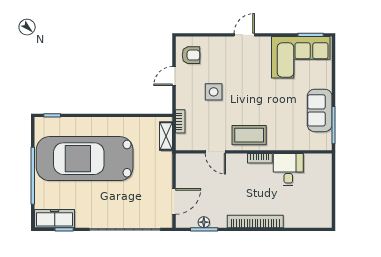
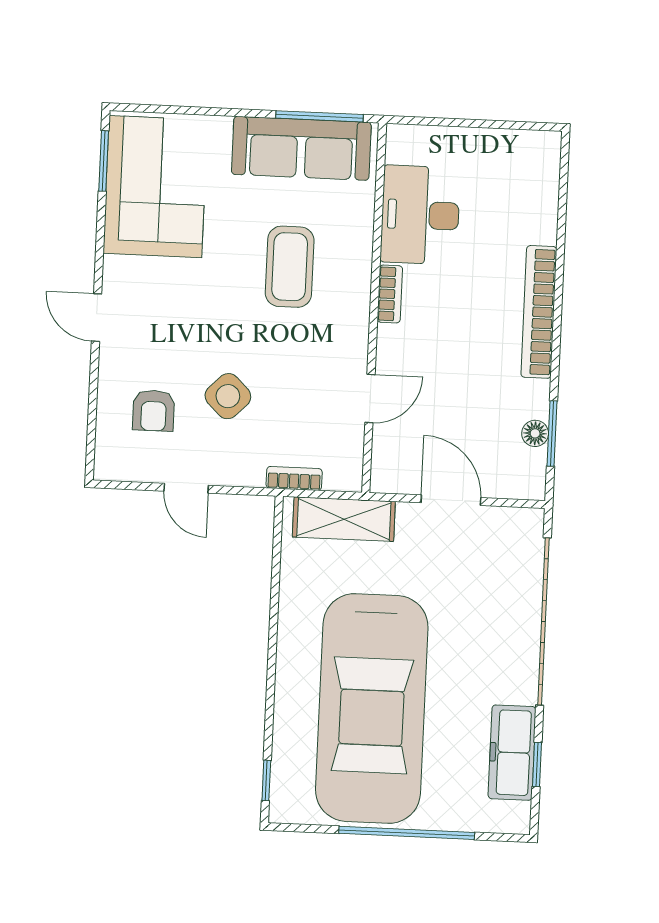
armchair: (191, 55) -> (154, 411), moved, turned 180
side table: (214, 92) -> (228, 396), turned 45
sofa: (320, 110) -> (301, 148), width x1.36
coffee table: (249, 135) -> (290, 267), moved
shelving: (166, 136) -> (344, 519), width x1.50, depth x1.33
desk: (288, 170) -> (420, 215), width x1.37
door: (174, 201) -> (451, 500), moved
freezer: (55, 219) -> (512, 753), moved

